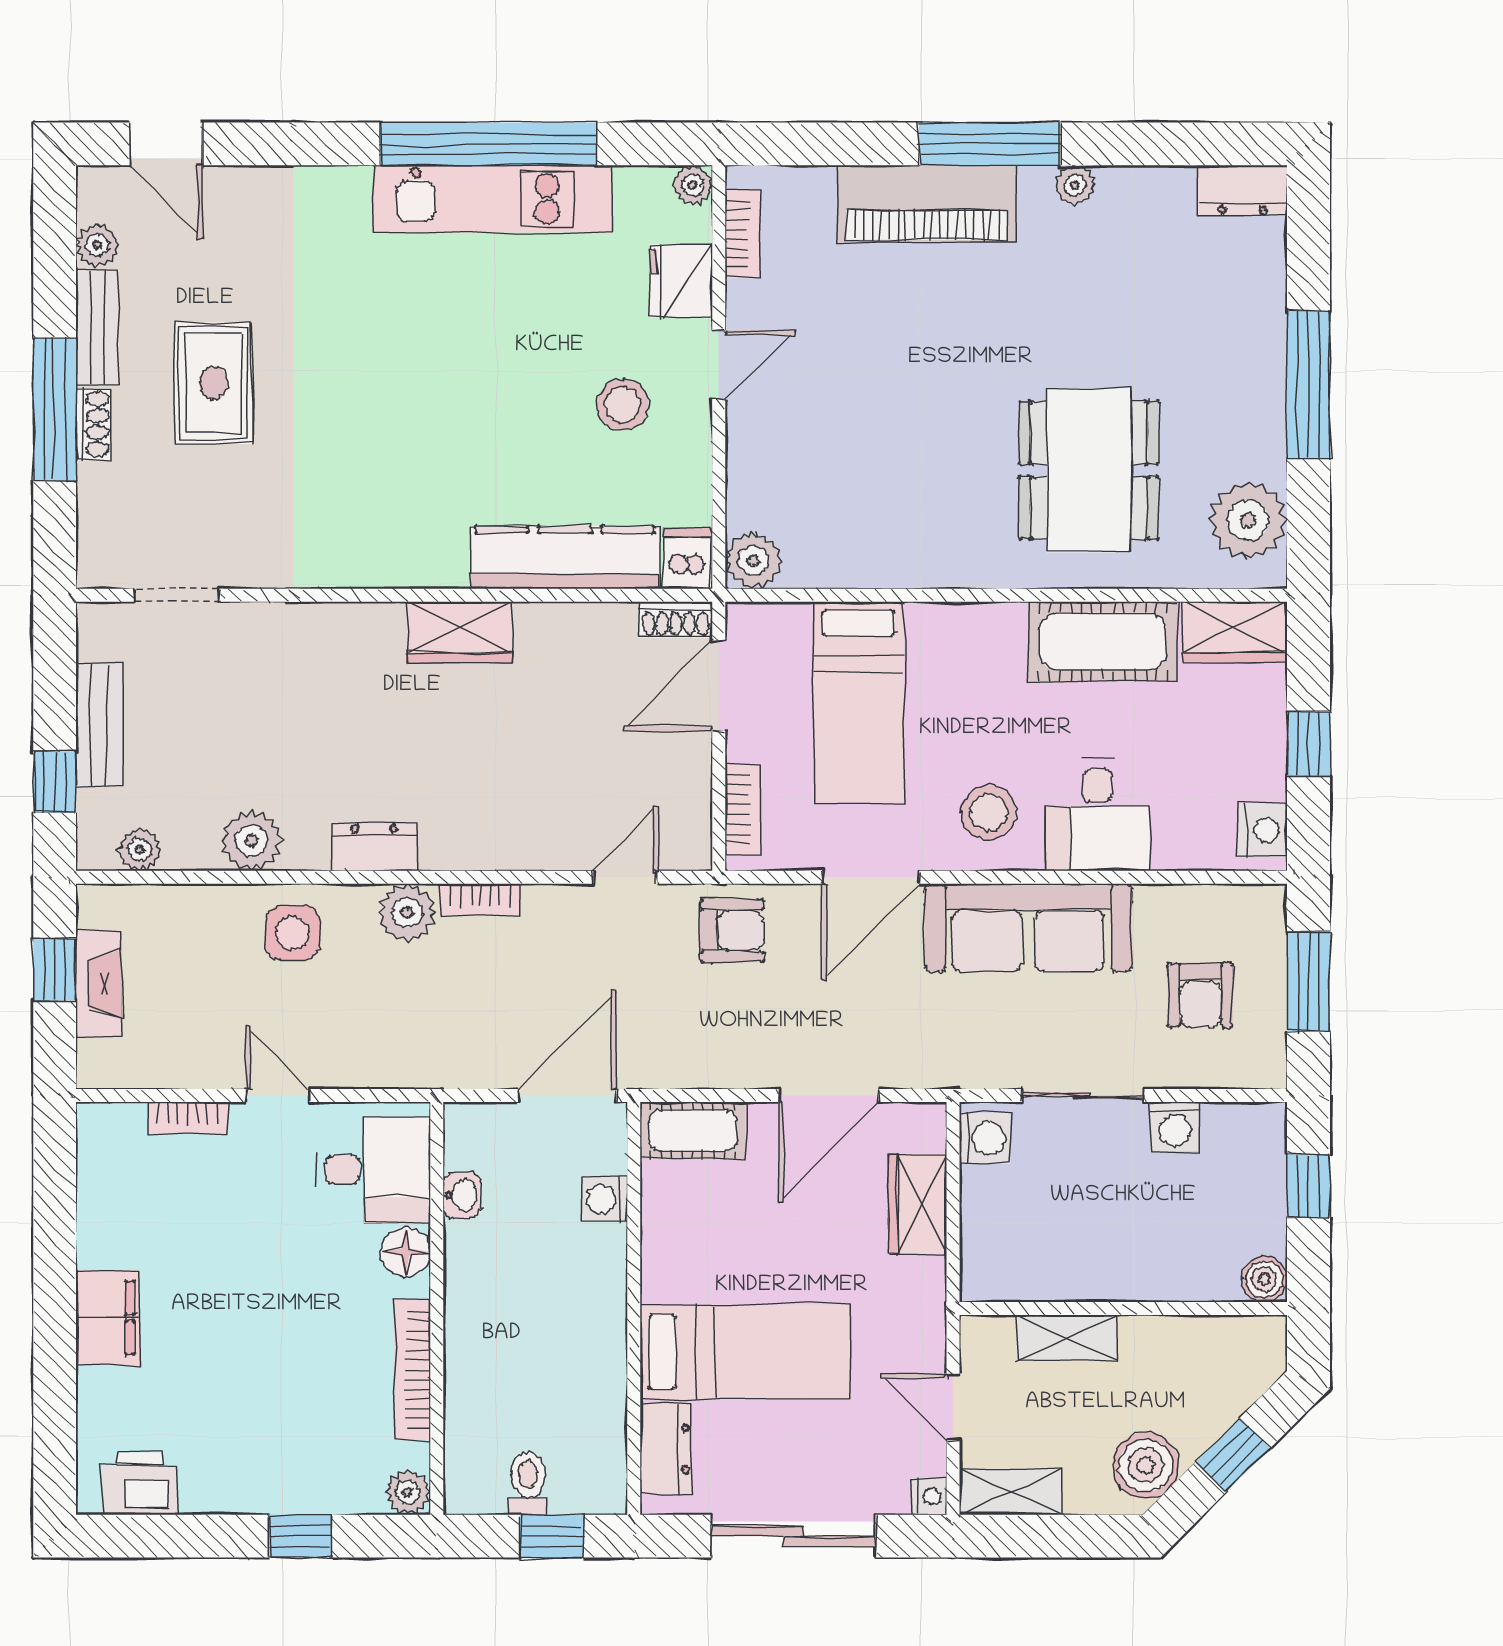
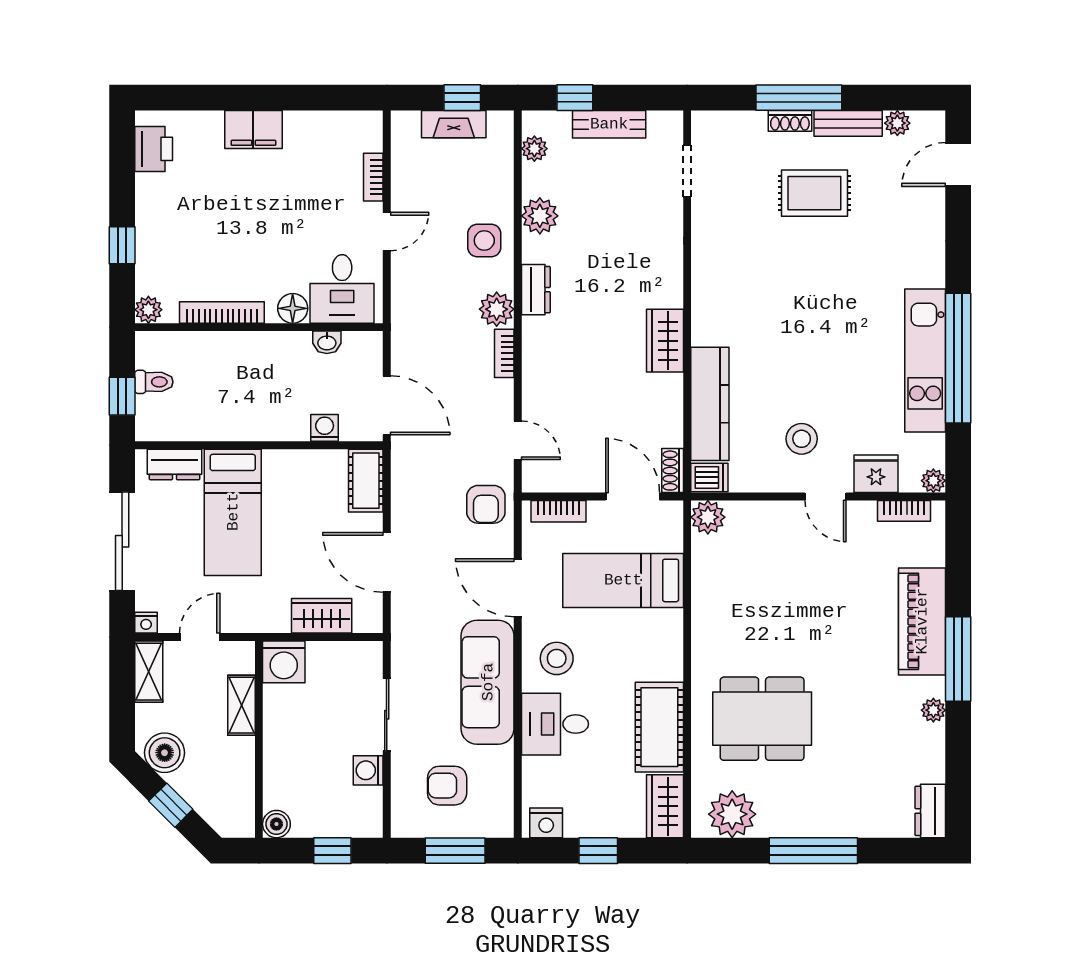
washing machine: (985, 1138) -> (284, 662), moved, width x1.38, depth x1.38

